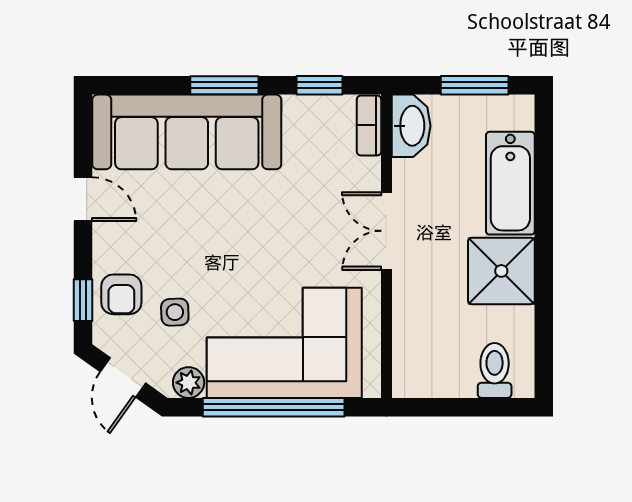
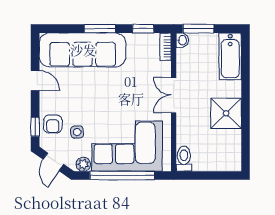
window: (475, 85) -> (198, 29), moved
washbasin: (411, 126) -> (182, 40), width x0.52, depth x0.69
bathtub: (510, 183) -> (230, 56), moved
toilet: (495, 371) -> (184, 159), moved

